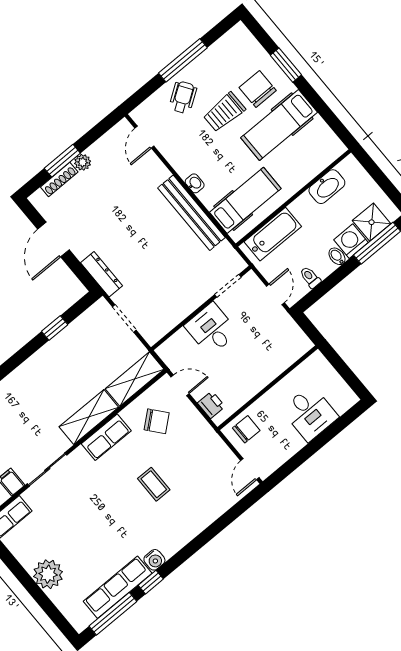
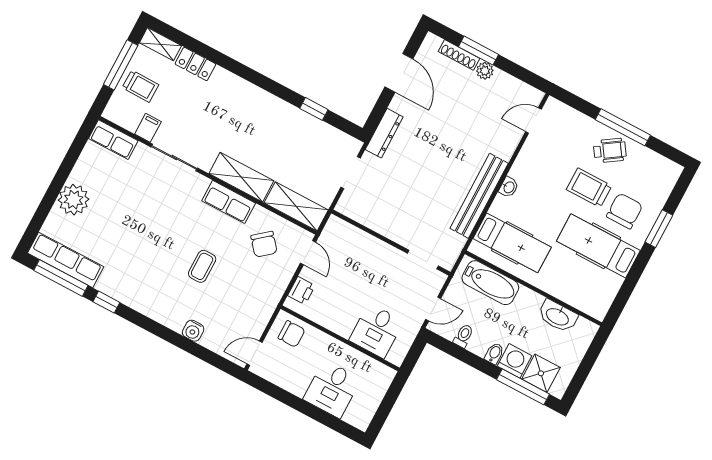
wheelchair: (183, 97) -> (610, 150), moved
door: (53, 239) -> (399, 73), swing flipped
desk: (211, 329) -> (376, 331), moved, turned 180
water cooler: (154, 560) -> (193, 331), moved
row of seats: (118, 587) -> (66, 260), moved

